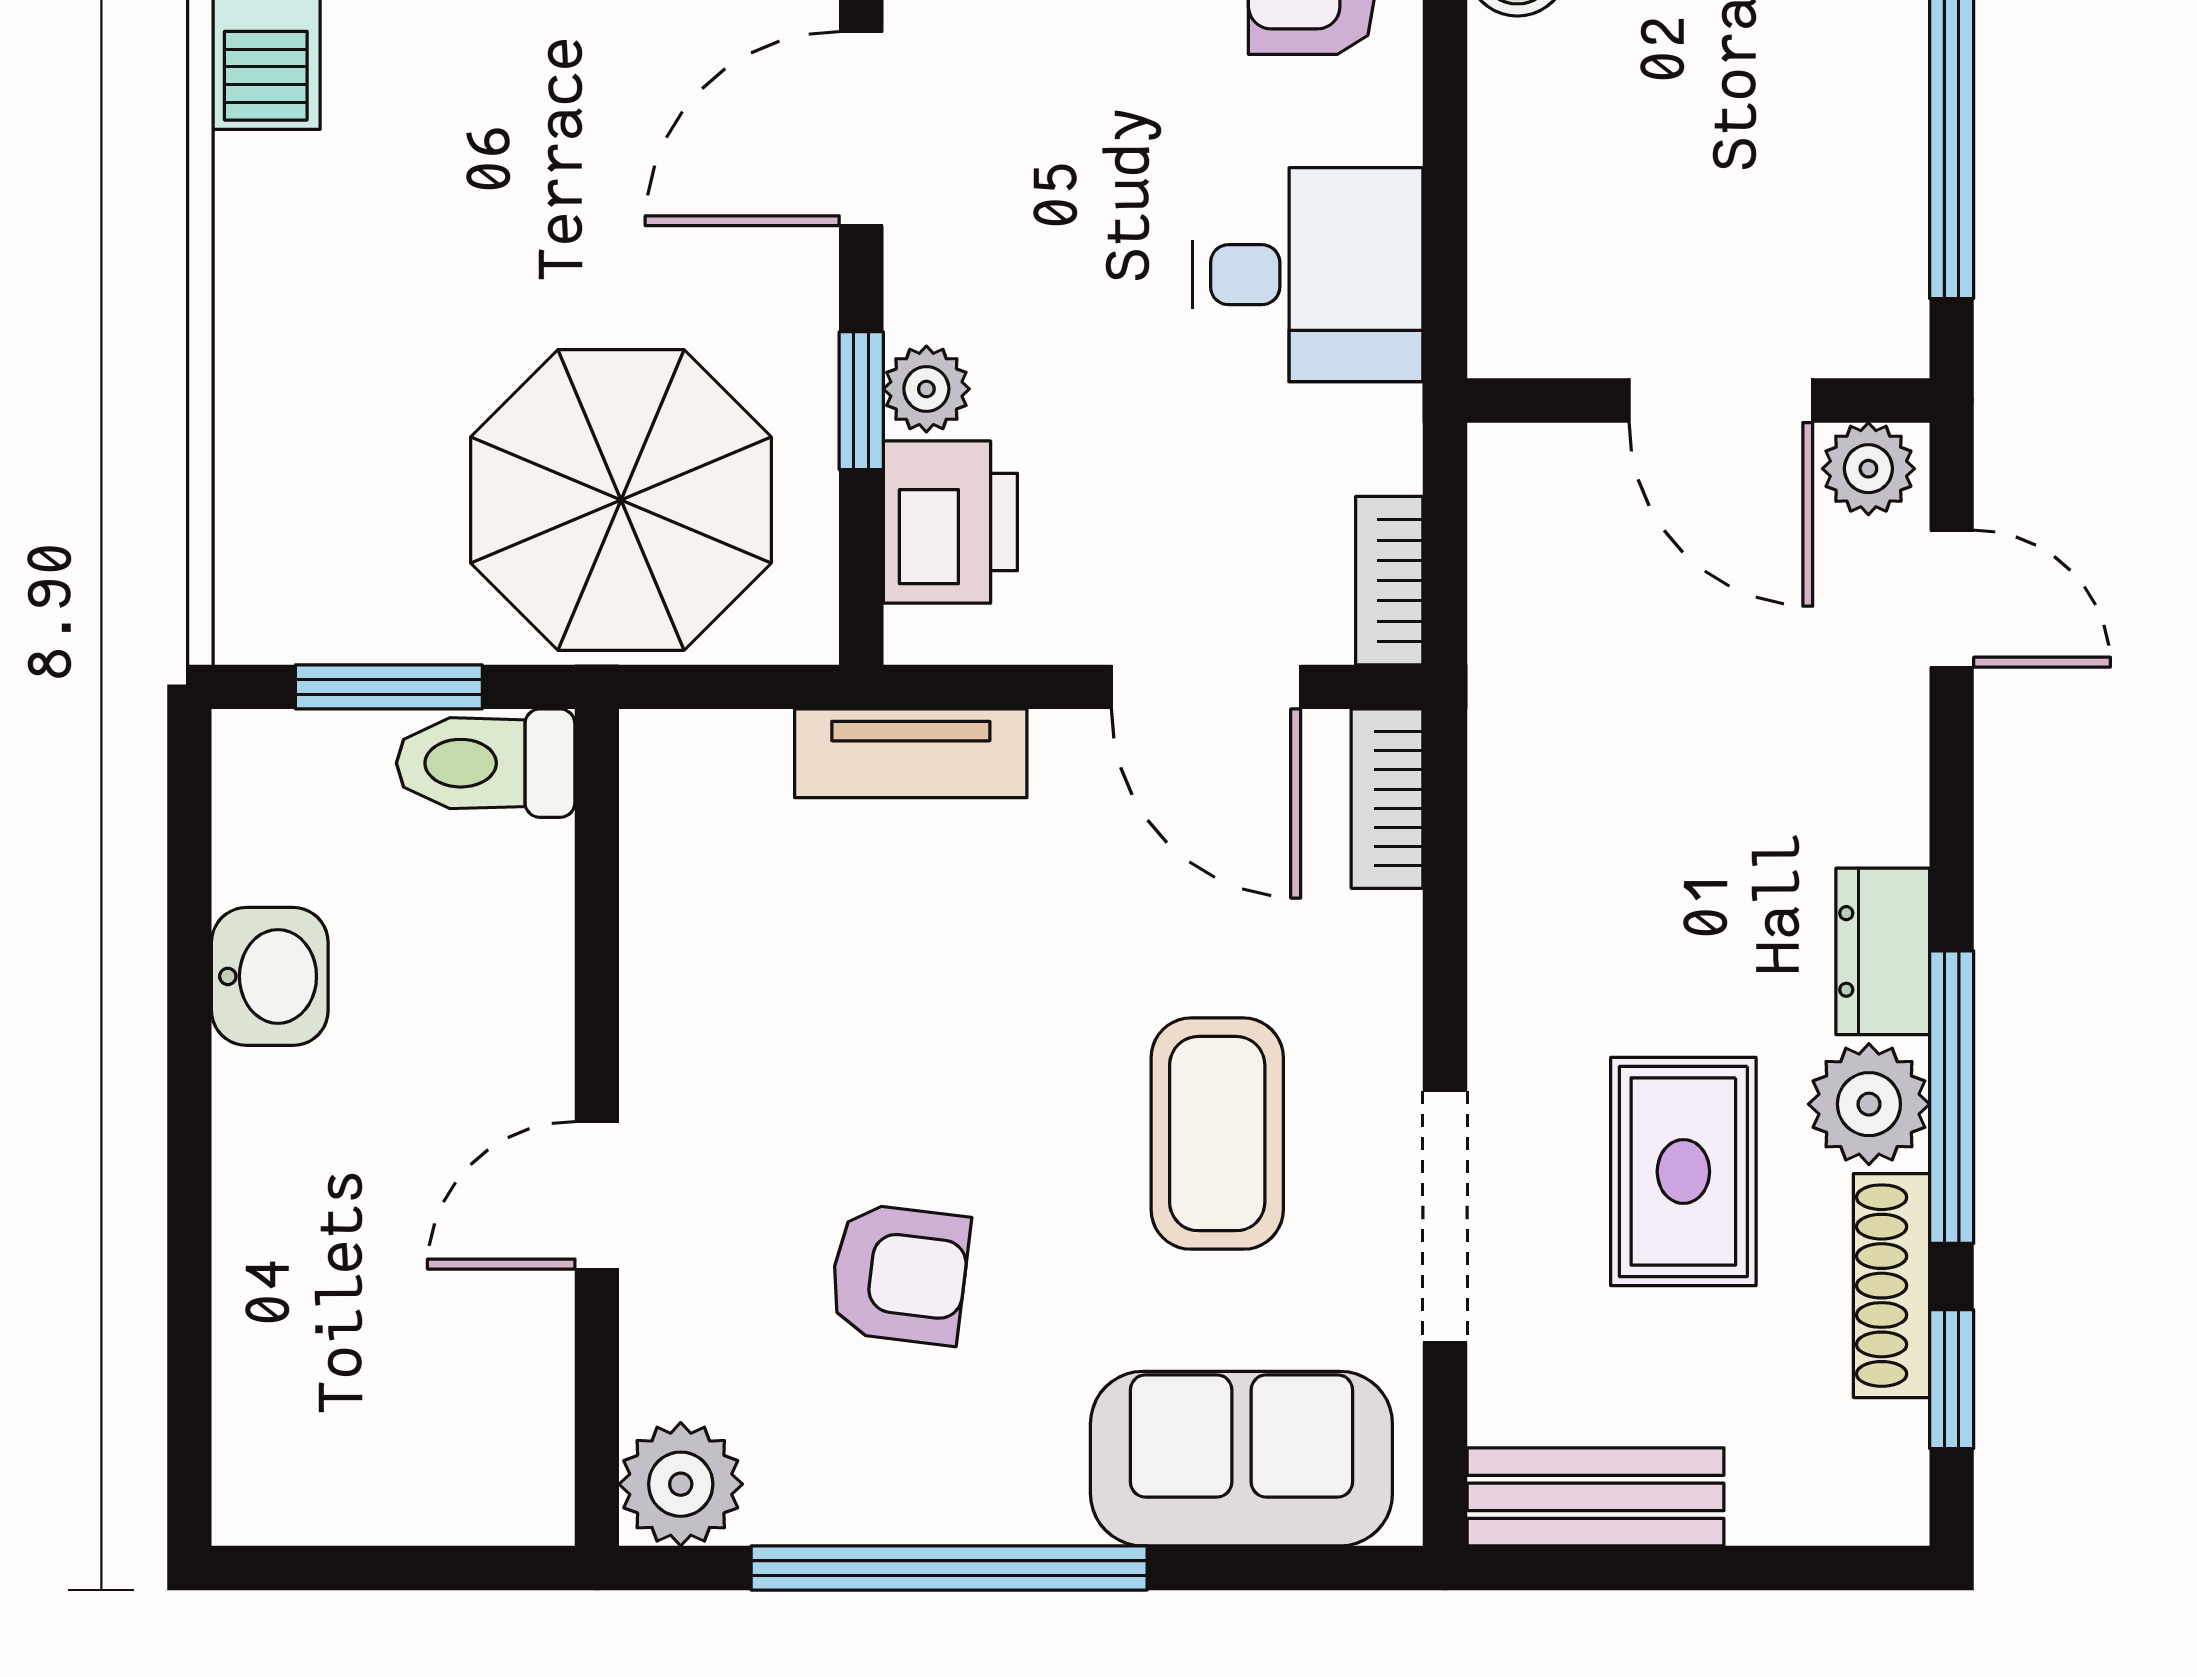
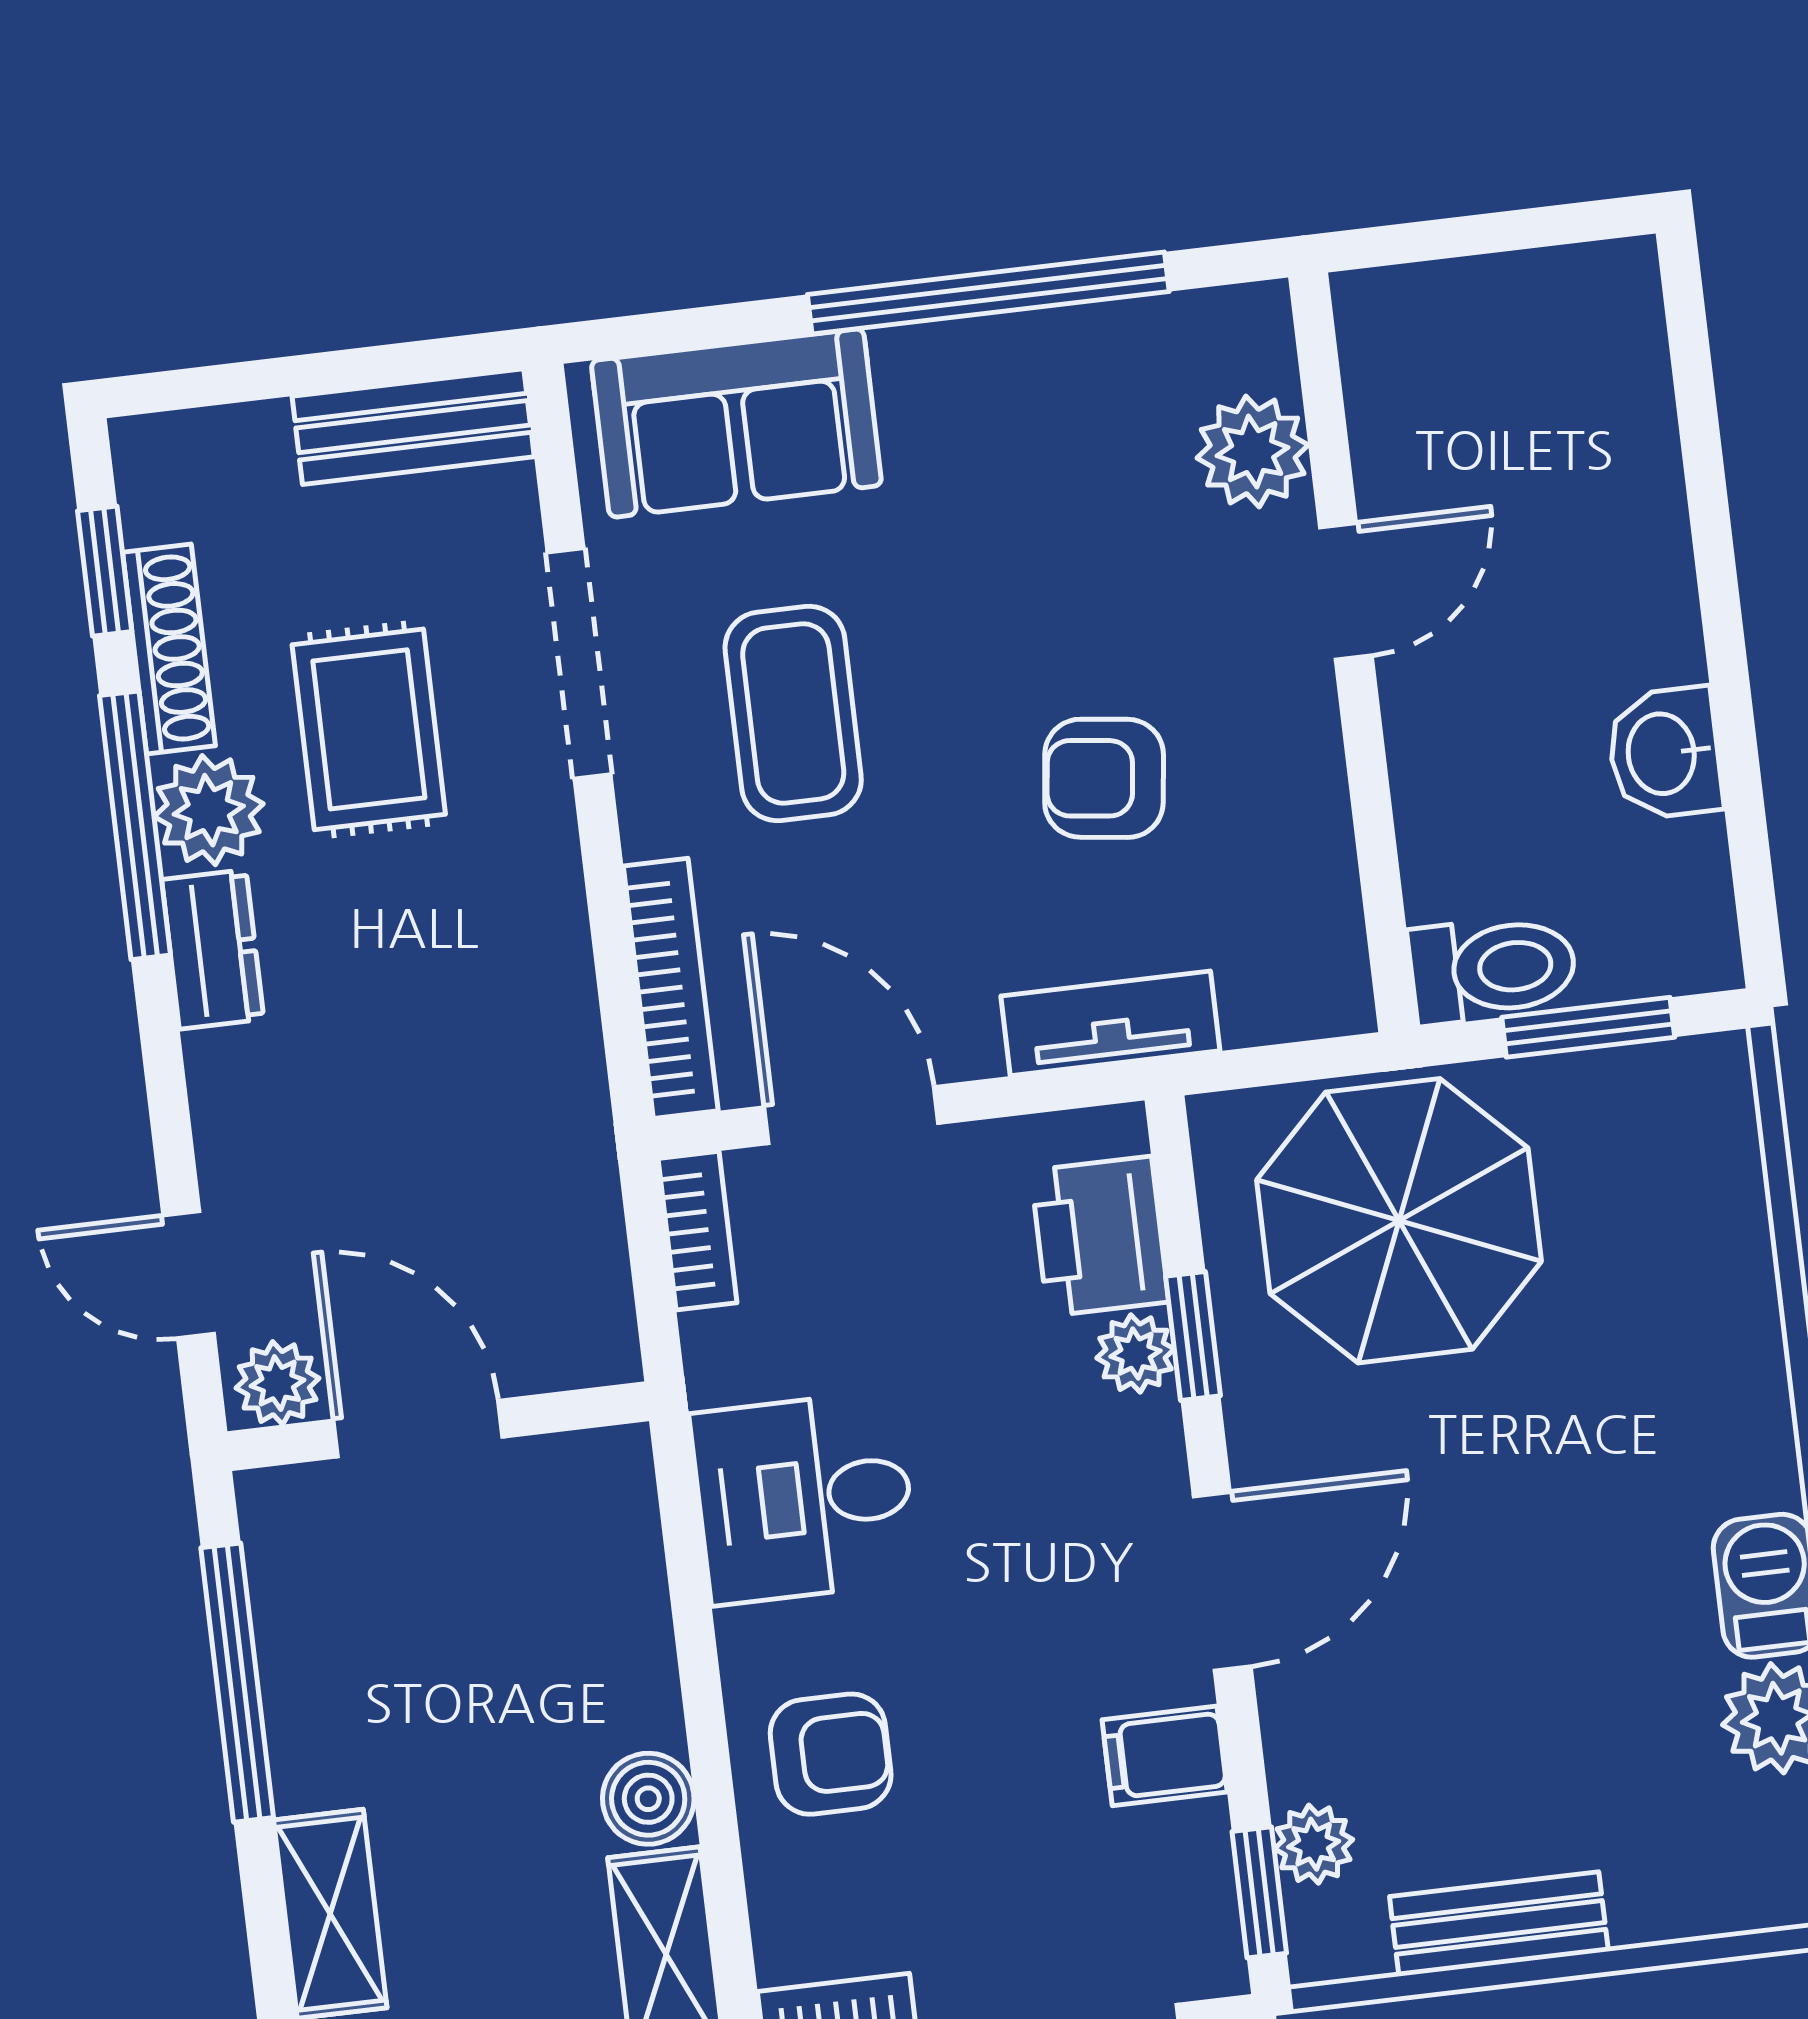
bookcase: (1387, 799) -> (671, 988), width x1.56
armchair: (899, 1274) -> (1104, 778), moved
plant: (681, 1484) -> (1253, 452), moved

